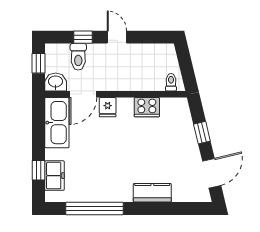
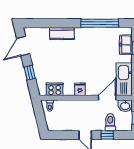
fridge: (108, 107) -> (80, 89), moved
cooker: (147, 107) -> (55, 89), moved

